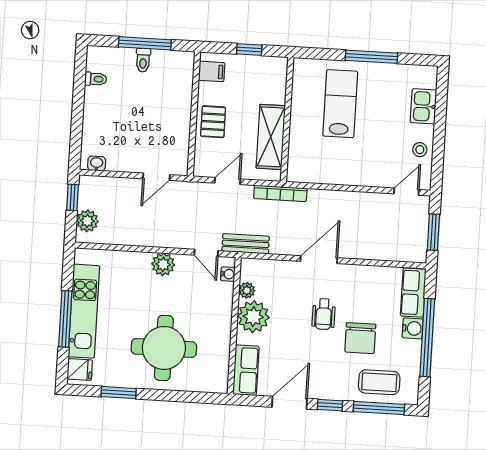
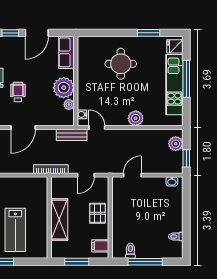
window: (249, 50) -> (77, 262), width x1.50
toilet: (143, 60) -> (130, 251), moved
shelving: (271, 137) -> (59, 220), moved
plant: (163, 264) -> (136, 118), moved
round table: (164, 348) -> (121, 64), width x0.73, depth x0.73

